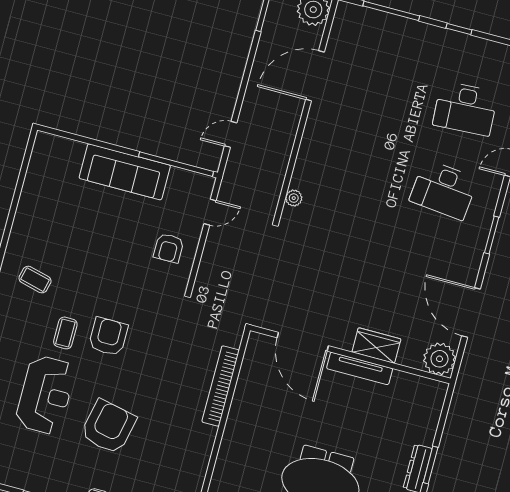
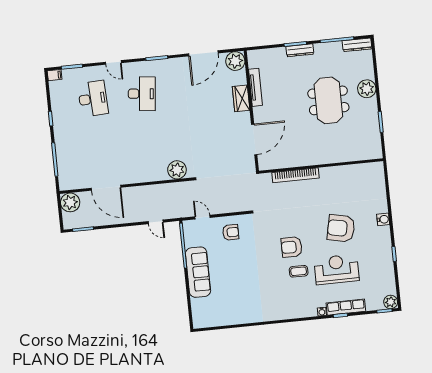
plant: (294, 198) -> (177, 170), width x1.87, depth x1.87
coffee table: (35, 280) -> (276, 299), removed
tv unit: (360, 368) -> (256, 87), moved

